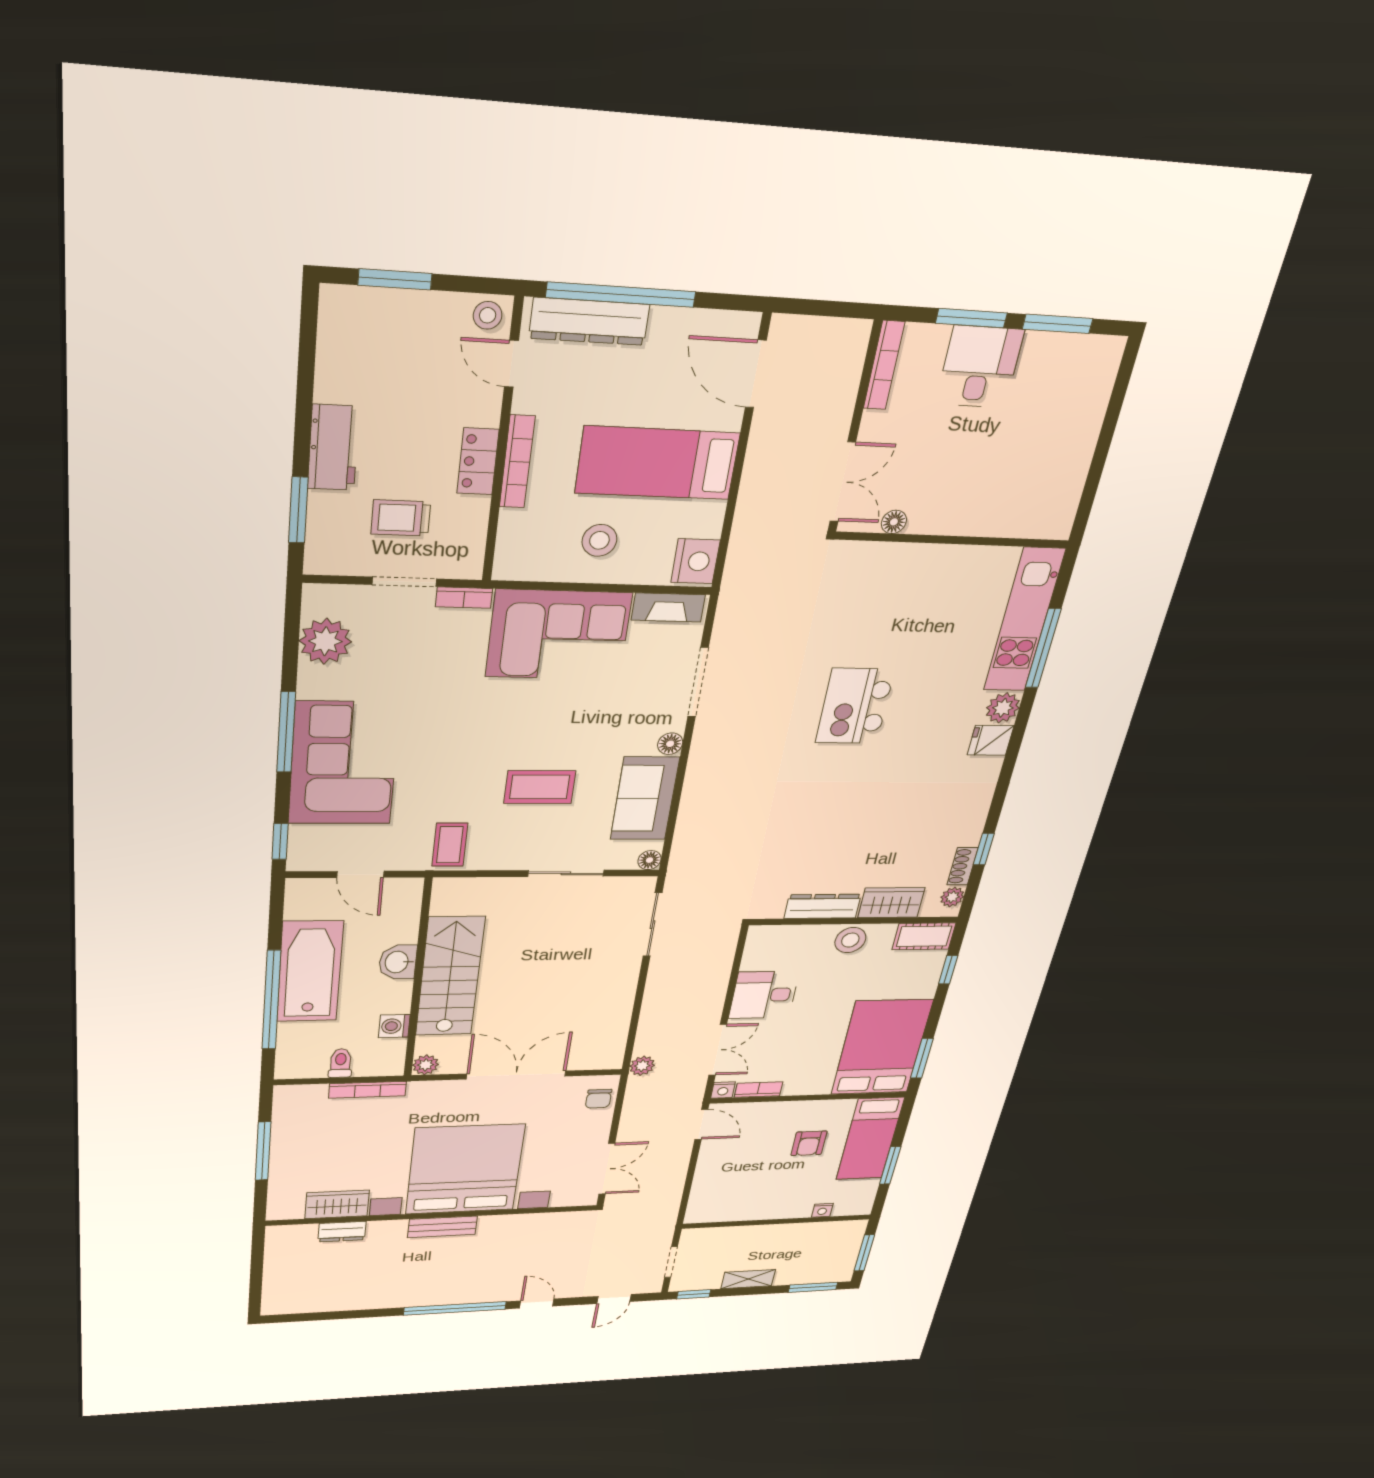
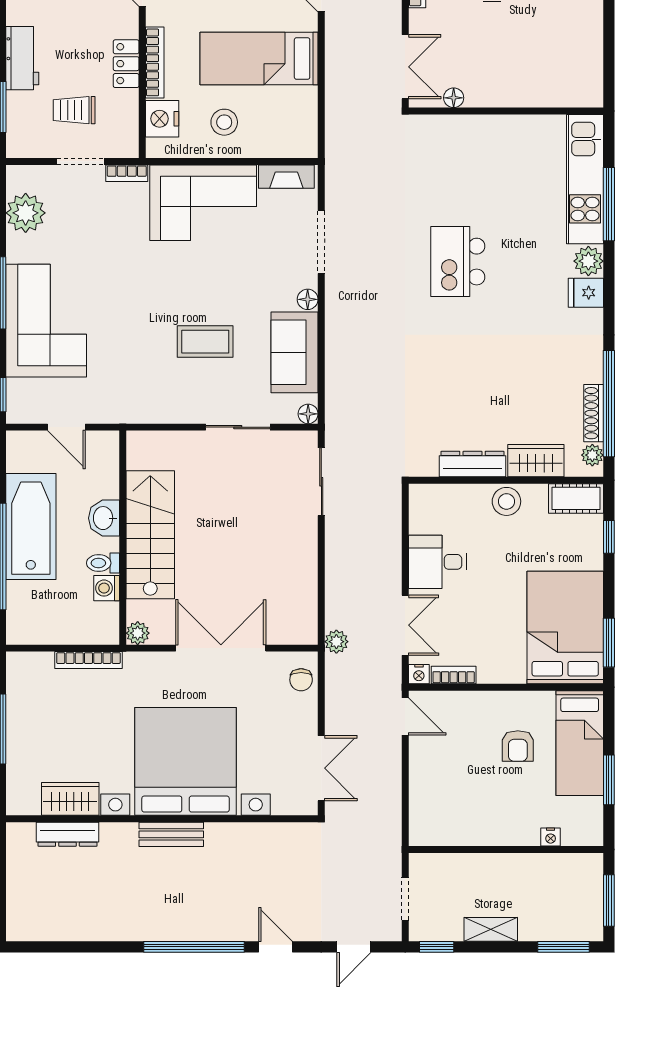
nightstand: (695, 561) -> (162, 119), moved, turned 180
coffee table: (450, 845) -> (137, 398), removed
window: (984, 849) -> (609, 404), width x3.17
shoe rack: (962, 866) -> (594, 413), width x1.43
toilet: (341, 1063) -> (103, 563), moved, turned -90
dresser: (342, 1232) -> (67, 834), width x1.44

